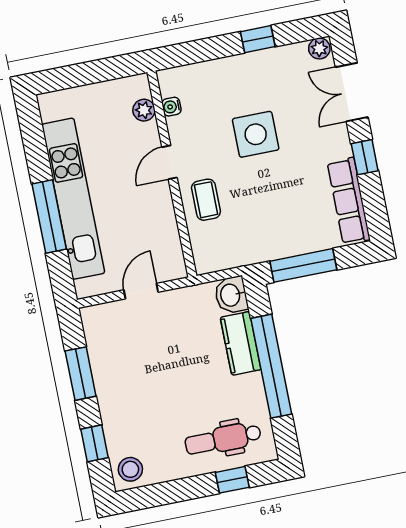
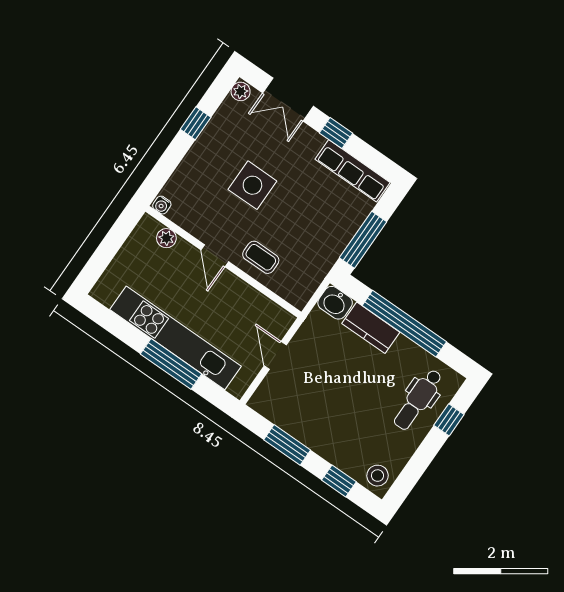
water cooler: (171, 107) -> (162, 205), moved

